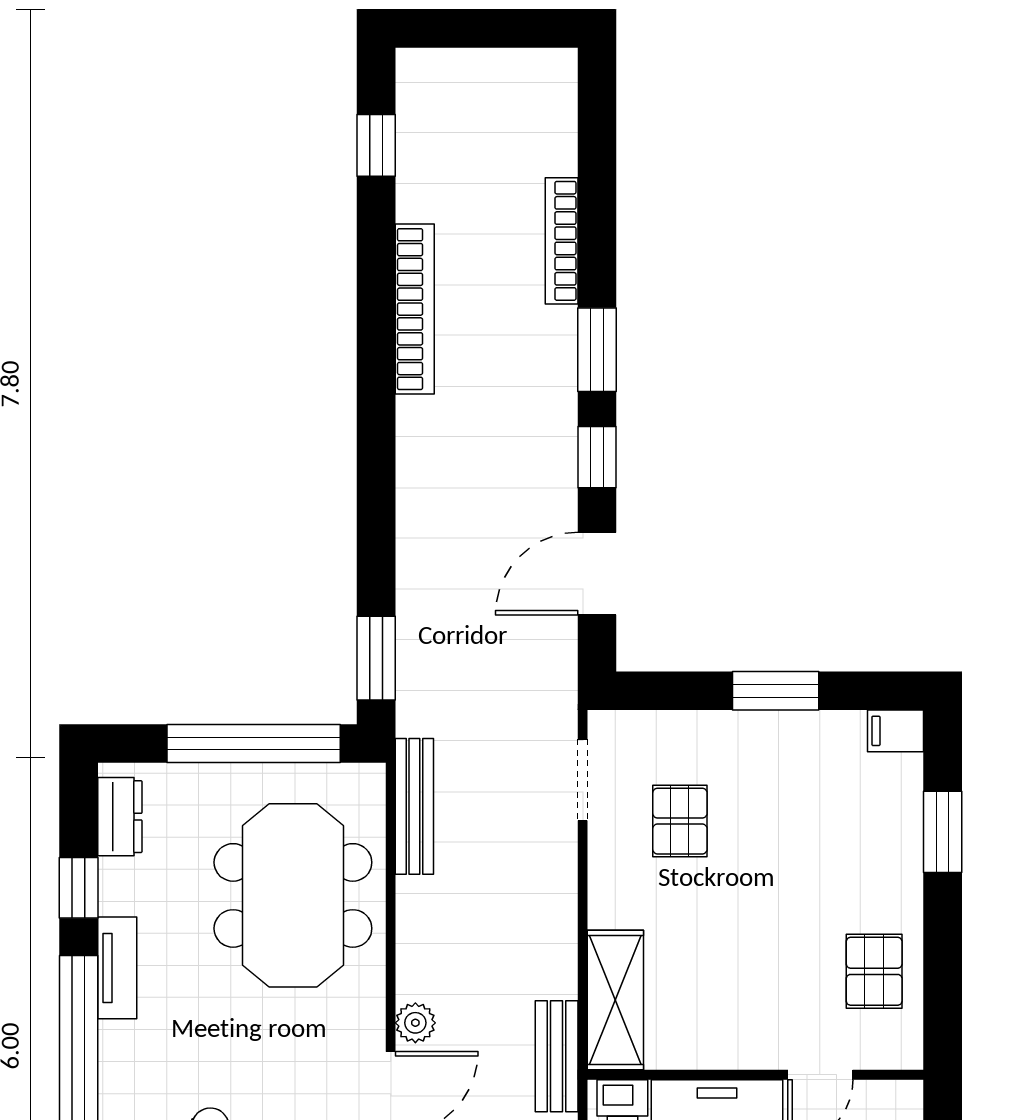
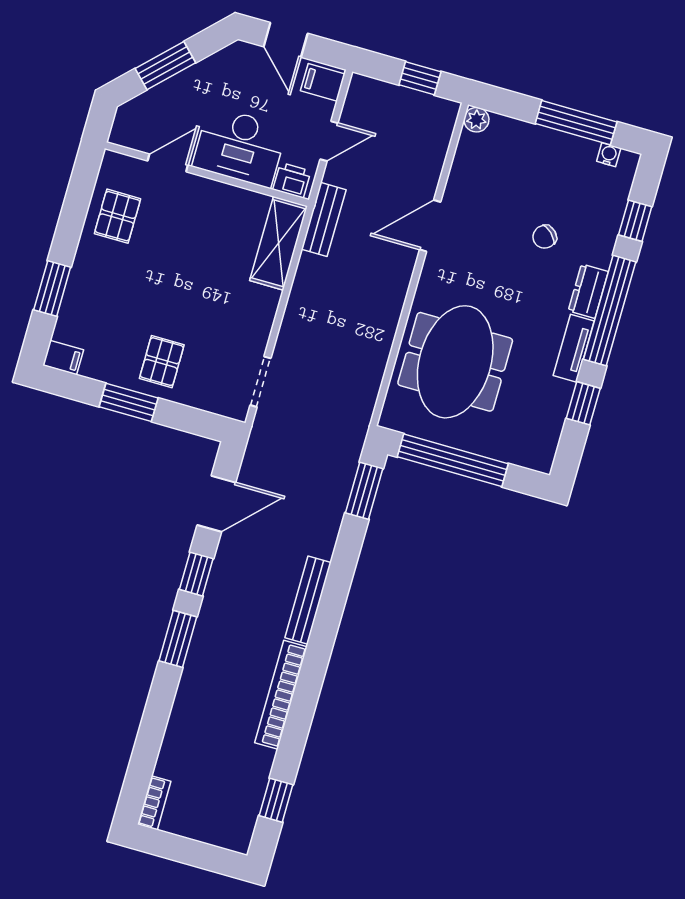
bookcase: (562, 241) -> (154, 803), moved, width x0.64
bench: (414, 806) -> (308, 600), moved
dresser: (120, 817) -> (588, 291), moved
pallet: (680, 821) -> (162, 362), moved
plant: (415, 1023) -> (403, 264), removed

